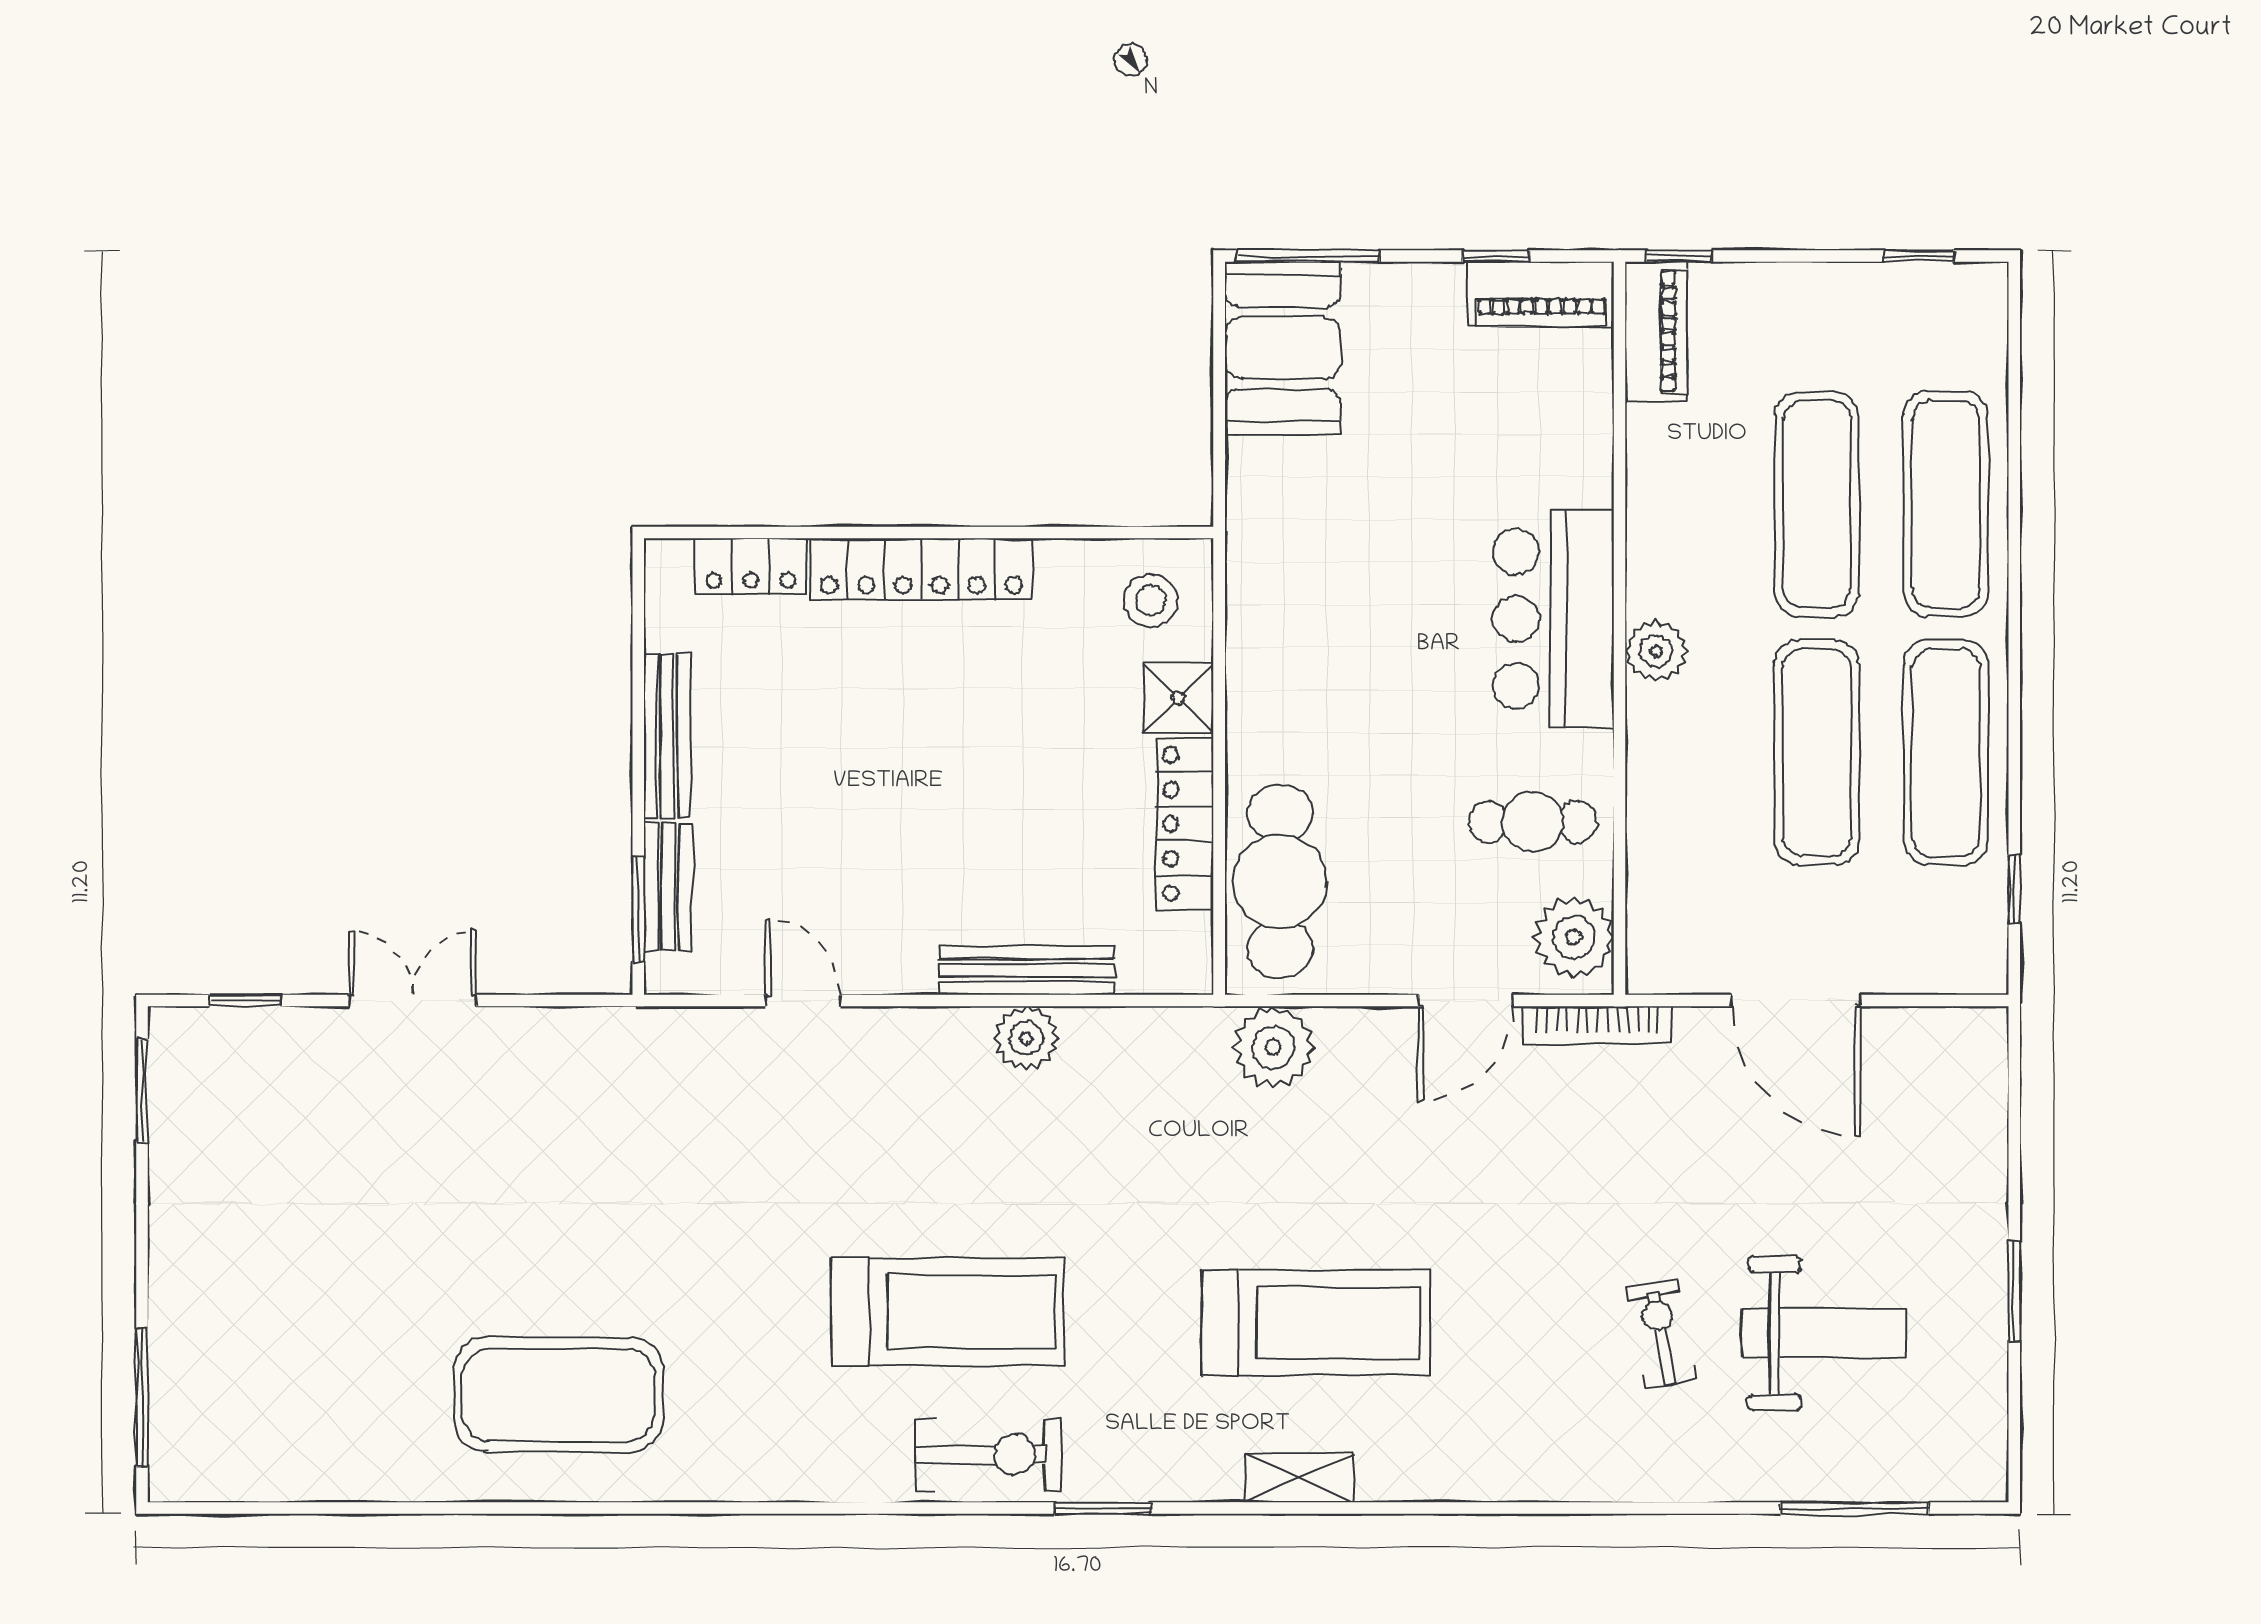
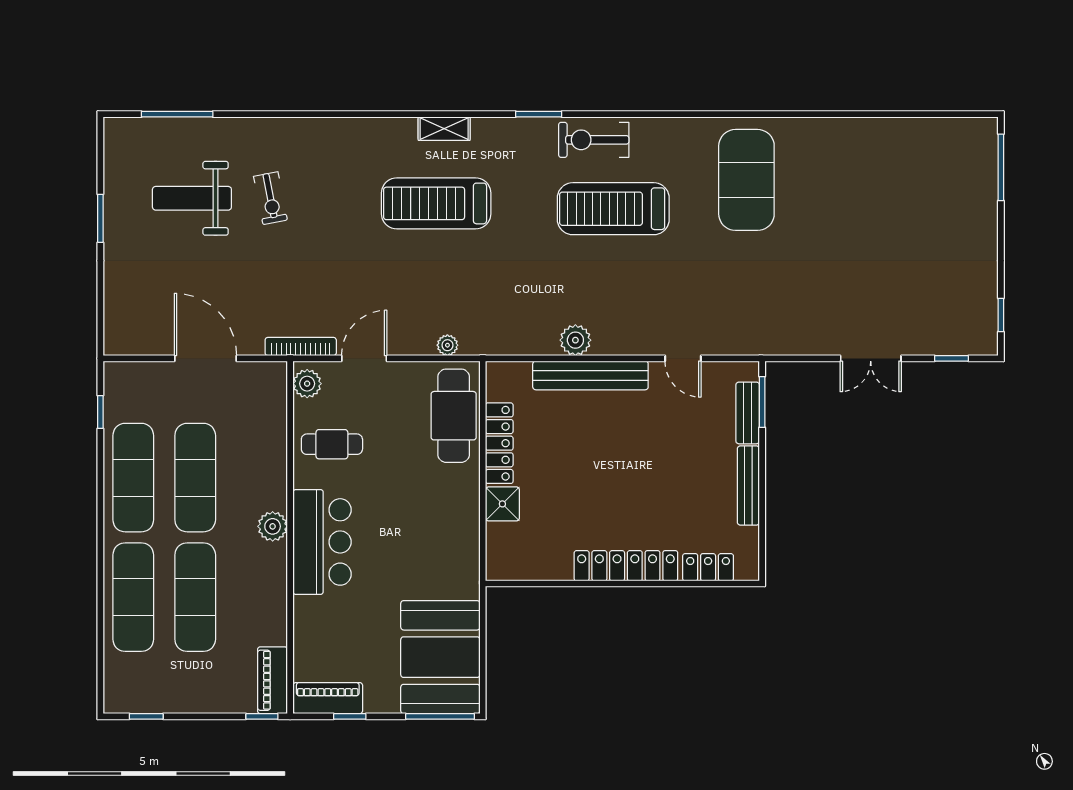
booth: (1283, 348) -> (440, 657), width x1.36, depth x1.42
stool: (1151, 600) -> (516, 551), removed
plant: (1574, 937) -> (307, 384), width x0.73, depth x0.73
bench: (1027, 970) -> (590, 375), width x1.37, depth x1.21
plant: (1274, 1047) -> (447, 345), width x0.53, depth x0.53
window: (142, 1091) -> (1001, 315), width x0.67
exercise mat: (558, 1395) -> (746, 180), moved, turned 90

